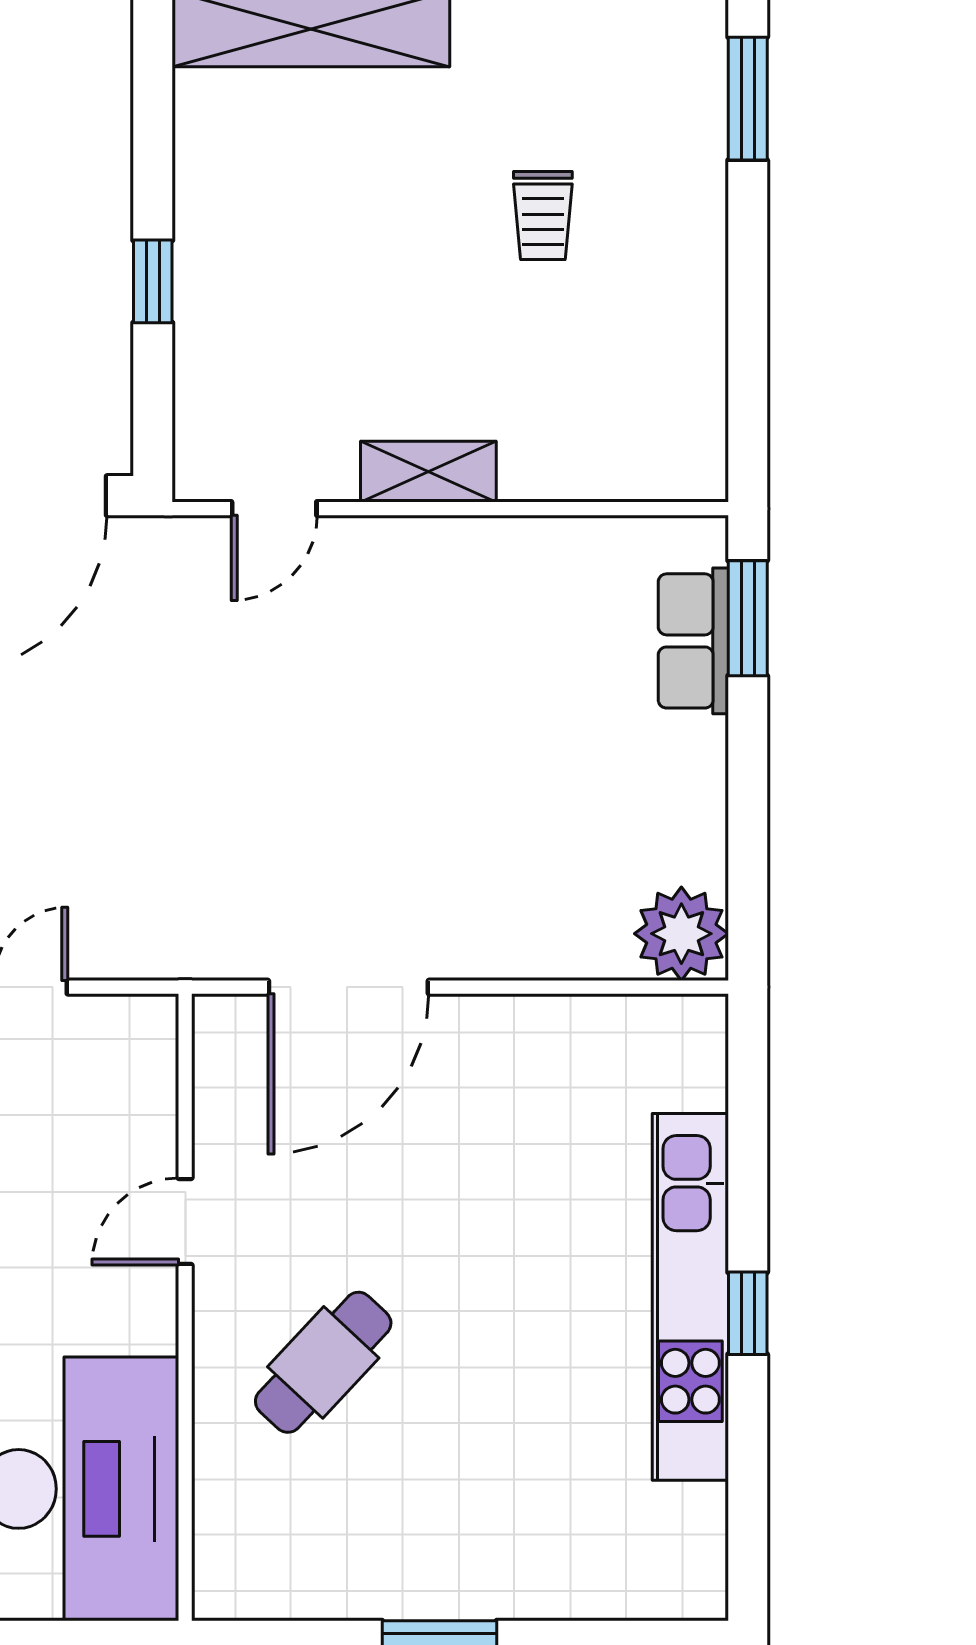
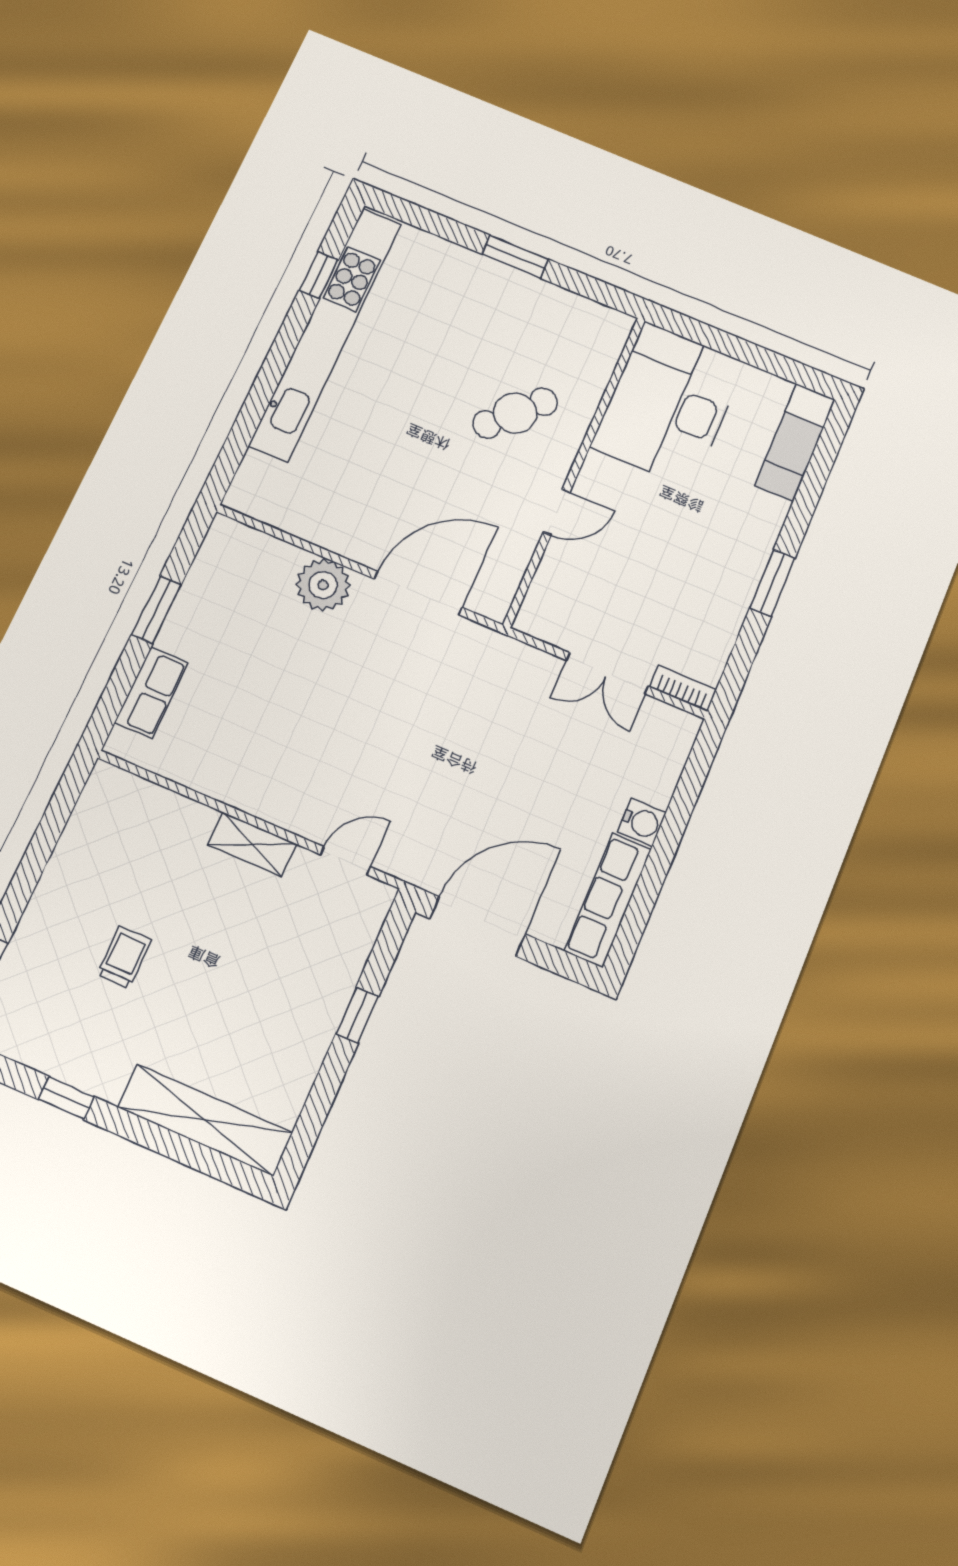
window: (748, 618) -> (156, 610), moved
plant: (681, 934) -> (323, 585), moved
kitchen unit: (690, 1297) -> (326, 333), width x1.36
window: (748, 1313) -> (319, 275), moved

